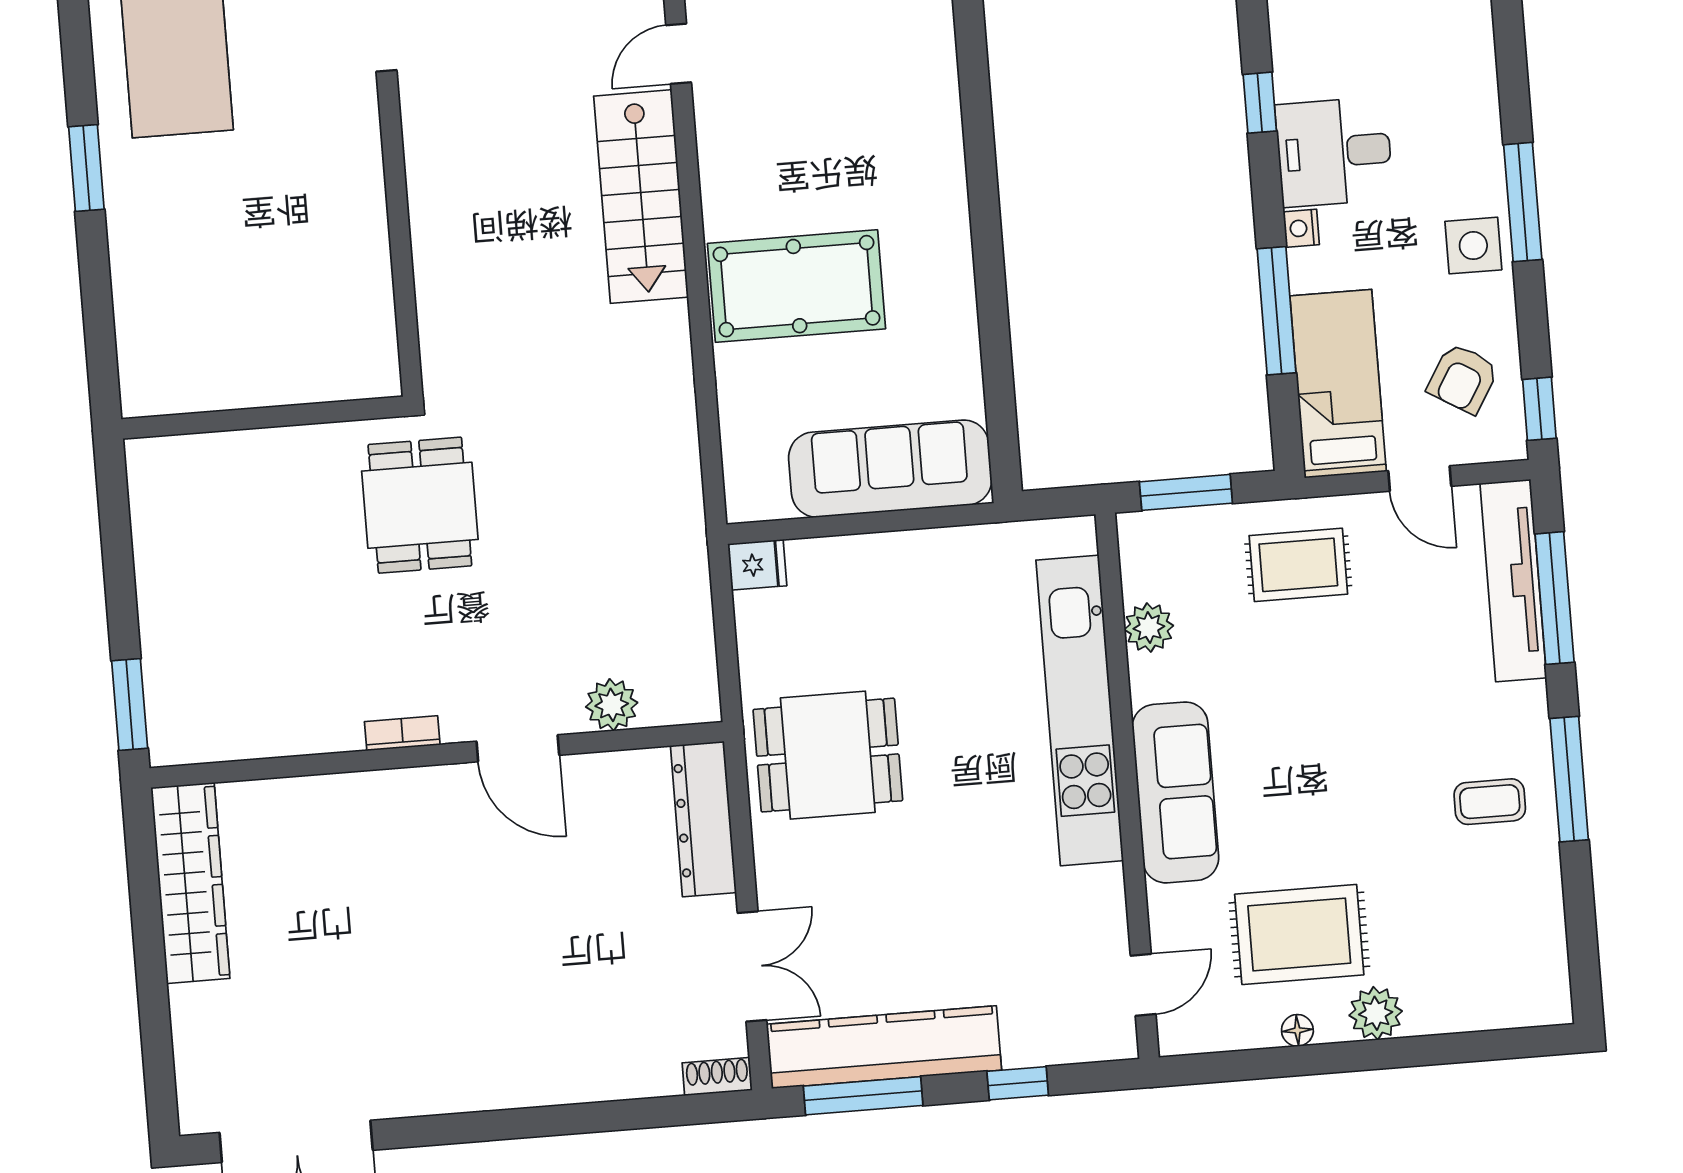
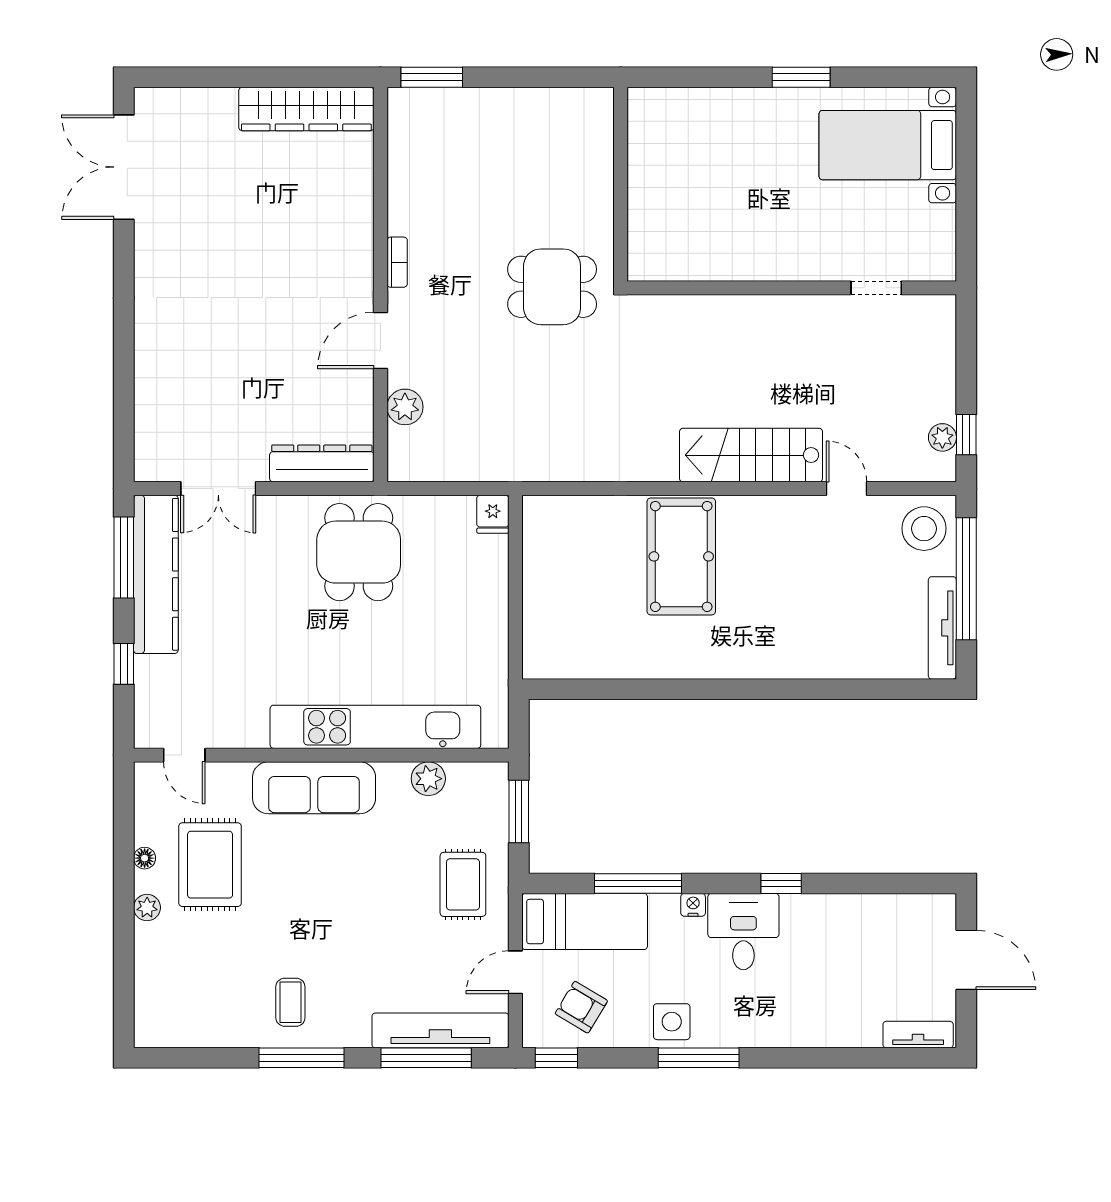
sofa: (890, 469) -> (551, 610), removed
plant: (1376, 1013) -> (147, 908), width x0.73, depth x0.73
shoe rack: (717, 1076) -> (145, 459), removed

